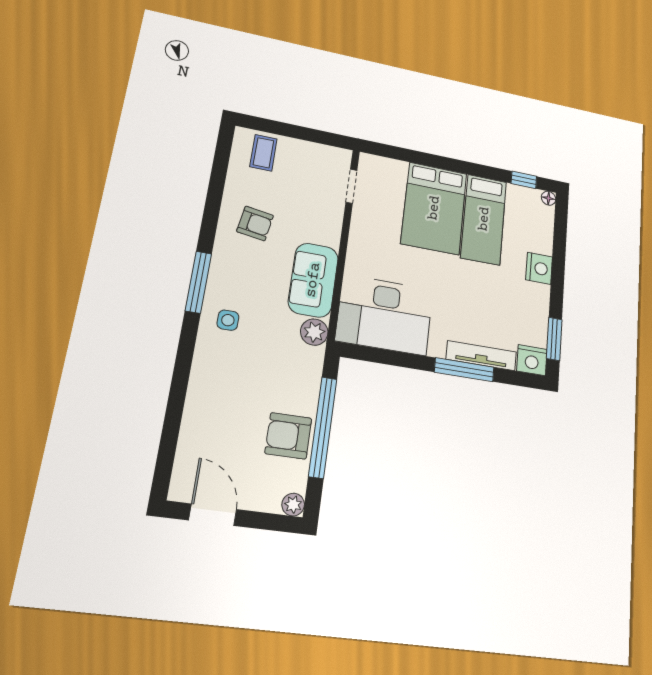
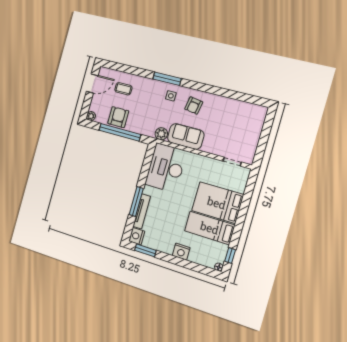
coffee table: (263, 153) -> (123, 89), moved
armchair: (255, 223) -> (194, 105), moved
window: (198, 282) -> (167, 79), moved

